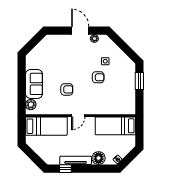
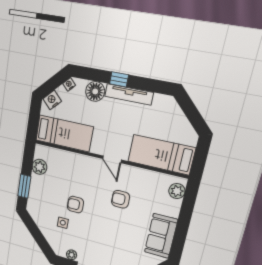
sofa: (34, 84) -> (161, 236), moved
plant: (130, 98) -> (39, 167), added
door: (78, 116) -> (112, 159), swing flipped
nightstand: (128, 147) -> (52, 100), added
window: (65, 169) -> (119, 79), moved

